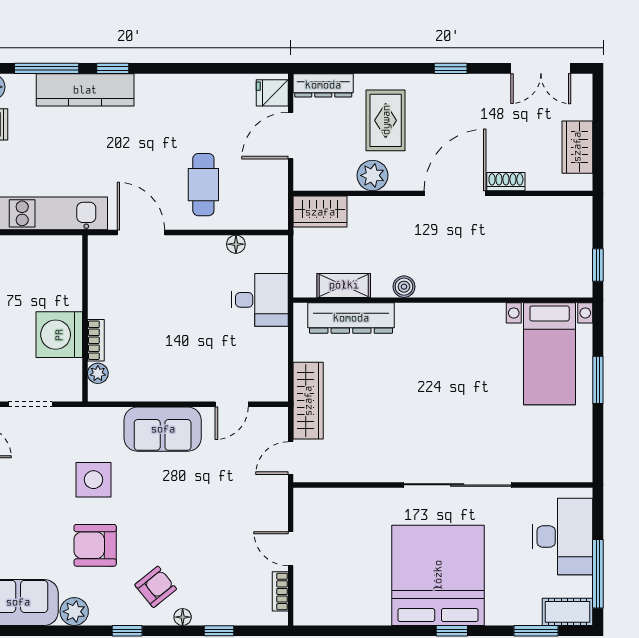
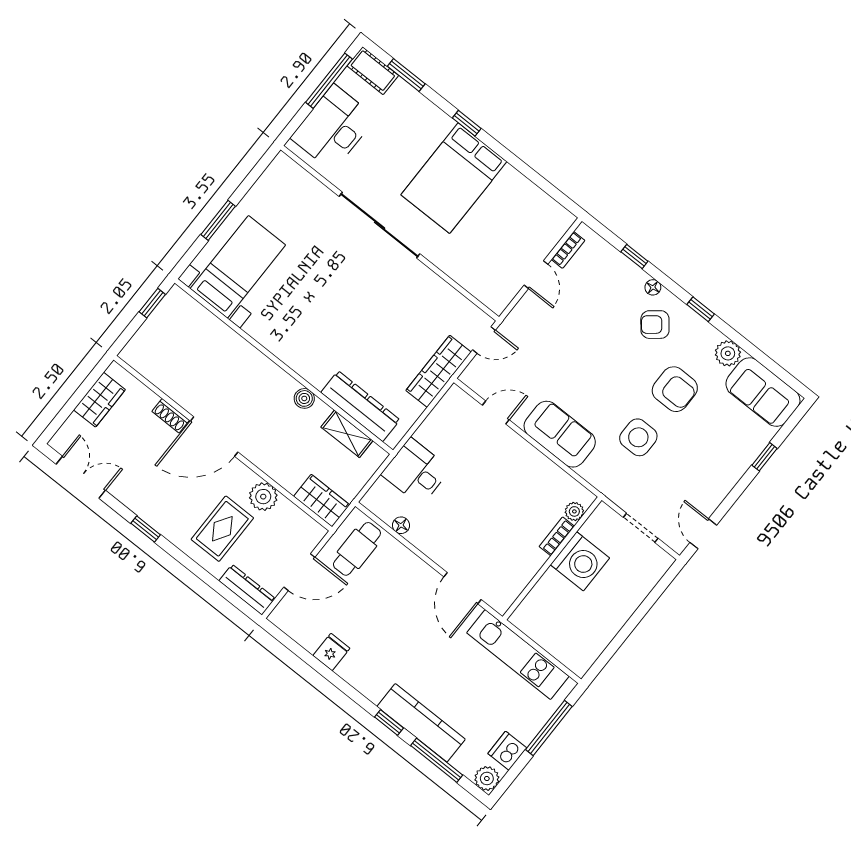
fridge: (272, 93) -> (331, 652), moved, turned -90
cafe table: (203, 185) -> (357, 549), moved
bed: (438, 575) -> (454, 178), width x0.73

